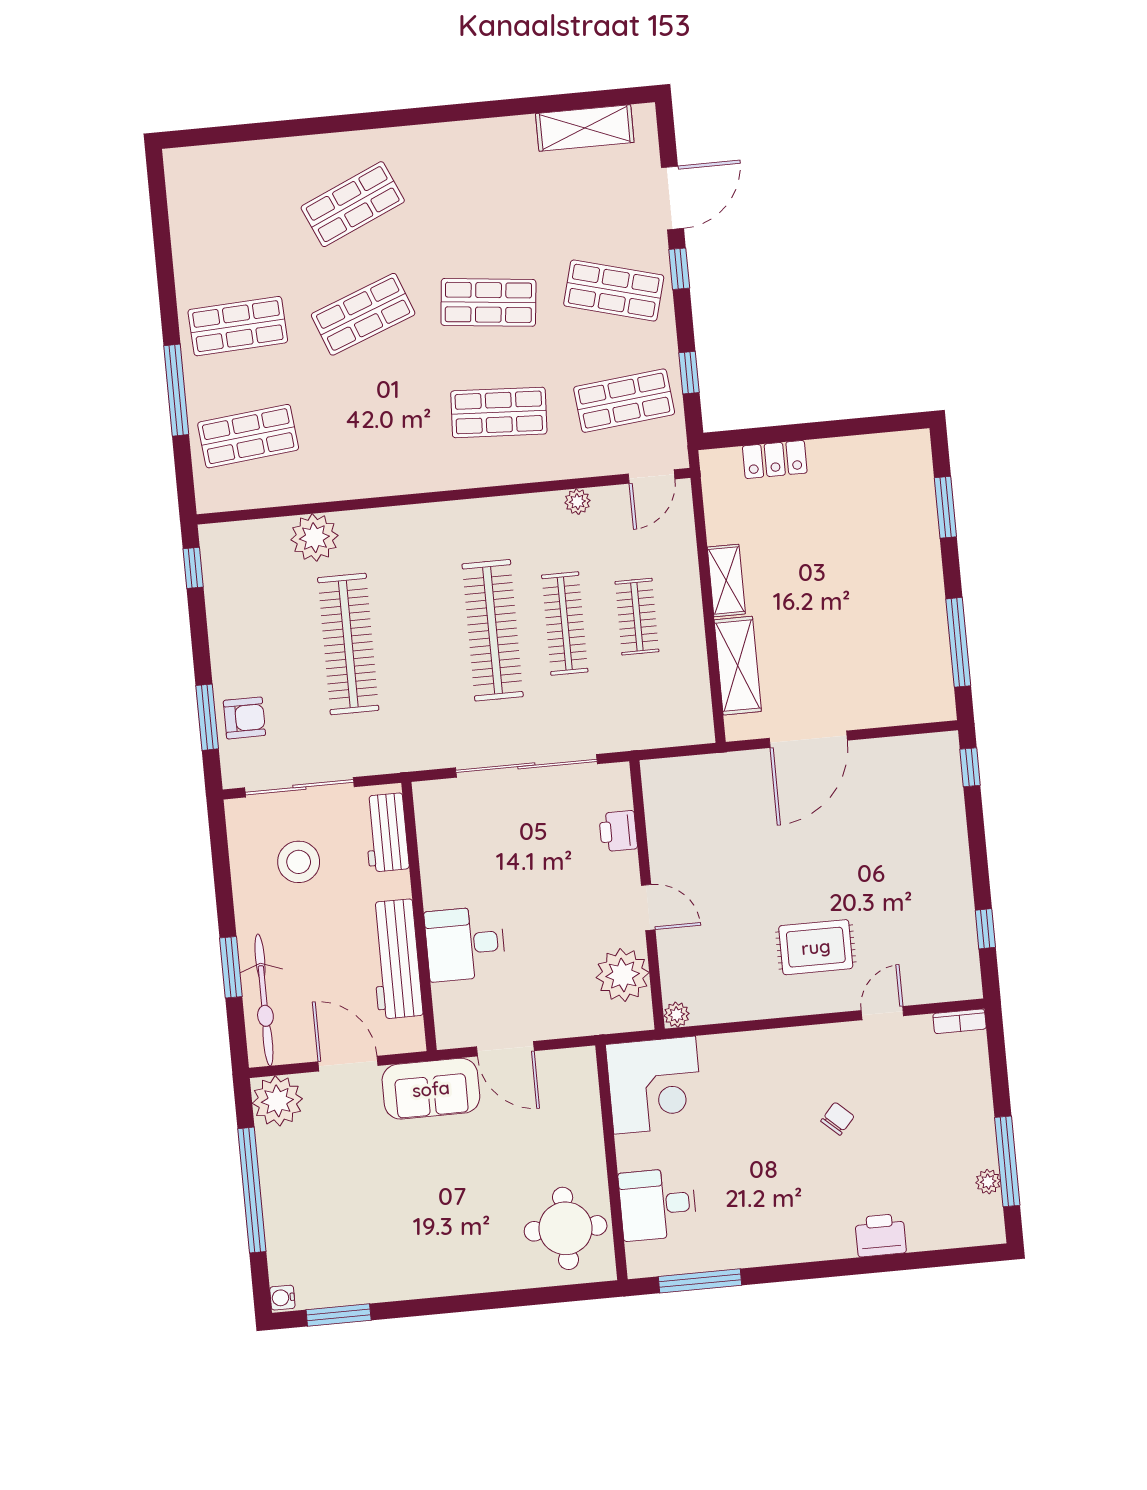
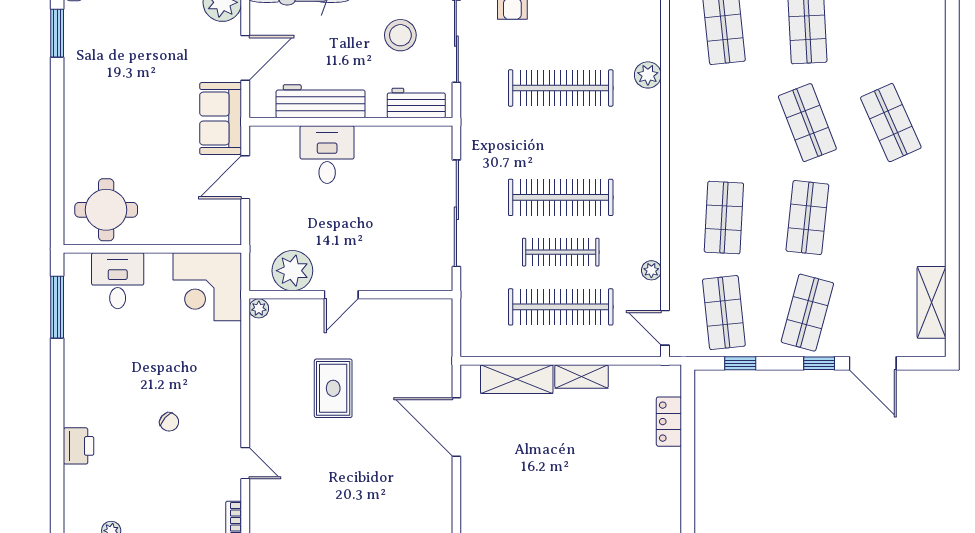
plant: (314, 538) -> (648, 75), width x0.73, depth x0.73
clothes rail: (637, 617) -> (561, 307), width x1.86, depth x1.31
printer: (618, 831) -> (401, 277), removed
rug: (816, 947) -> (333, 388), moved

